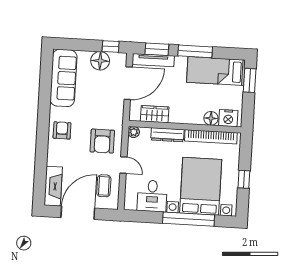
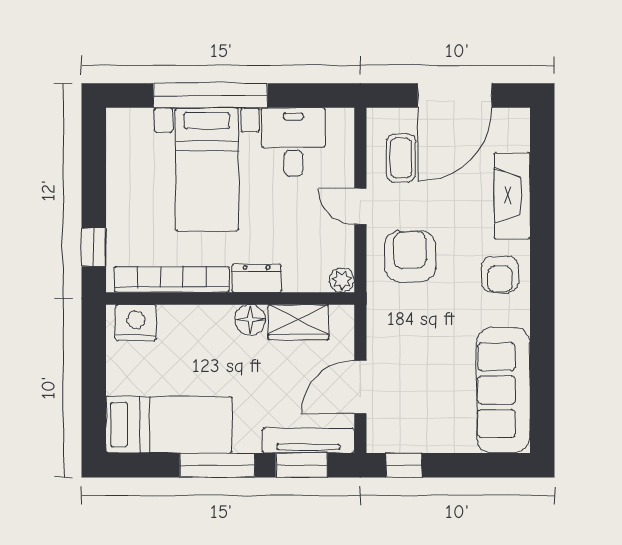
floor lamp: (100, 61) -> (425, 433), removed
window: (250, 80) -> (94, 408), removed
door: (128, 83) -> (360, 387), width x0.73
floor lamp: (211, 118) -> (250, 320), moved
dresser: (167, 135) -> (257, 278), width x0.70
window: (244, 179) -> (94, 247), moved
fireplace: (53, 186) -> (512, 196), moved
bed with nightstands: (201, 186) -> (207, 169), width x0.73

